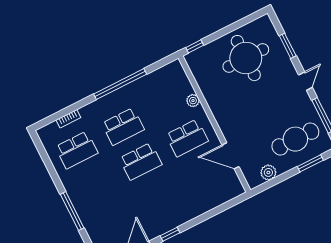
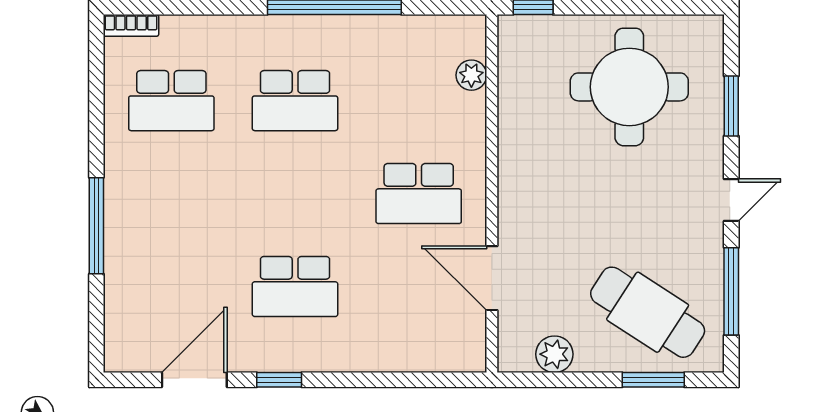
plant: (193, 101) -> (471, 75), moved
bookcase: (68, 119) -> (131, 25), moved
cafe table: (295, 139) -> (648, 312), turned 33
school desk: (141, 161) -> (295, 287), moved

